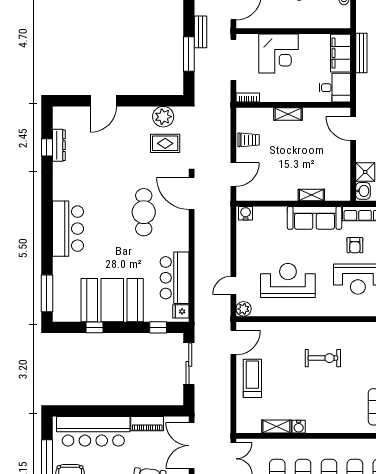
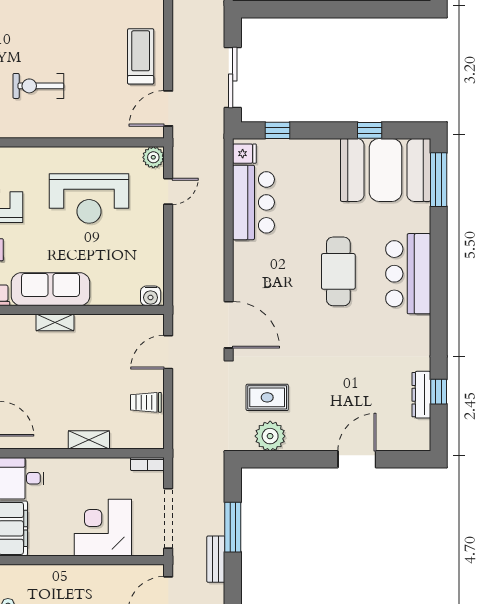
cafe table: (144, 212) -> (338, 271), moved
booth: (112, 300) -> (386, 170), moved
treadmill: (252, 378) -> (141, 56), turned 180

